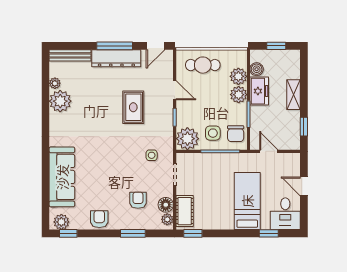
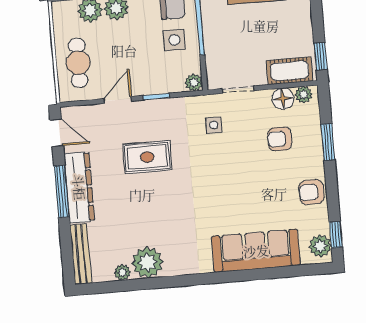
plant: (187, 139) -> (194, 83), width x0.53, depth x0.53

